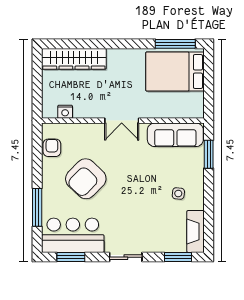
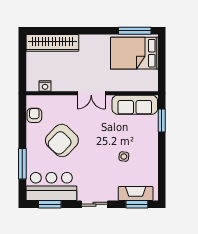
side table: (178, 193) -> (124, 157), moved
fireplace: (195, 231) -> (136, 193), moved, turned 90

